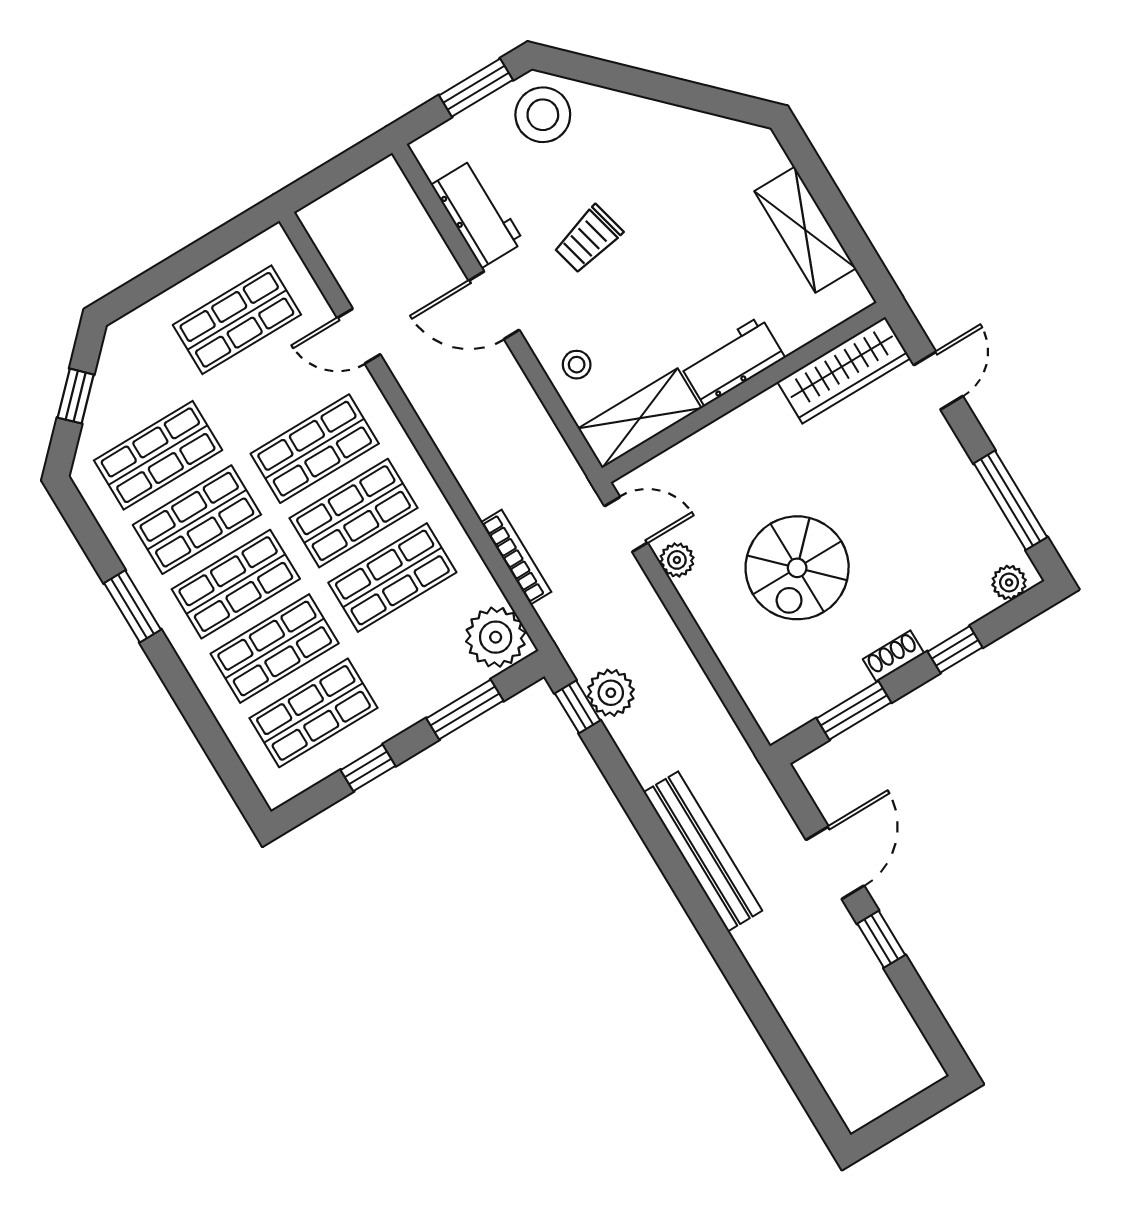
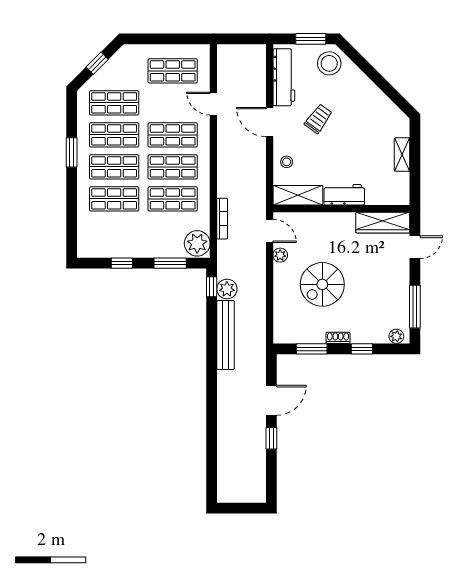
workbench: (478, 213) -> (284, 77), width x1.37
shelving: (805, 230) -> (402, 155), width x0.67, depth x0.75
trolley: (588, 239) -> (318, 119), turned 140
shop shelf: (314, 713) -> (114, 231), removed
bench: (703, 851) -> (226, 335), moved

